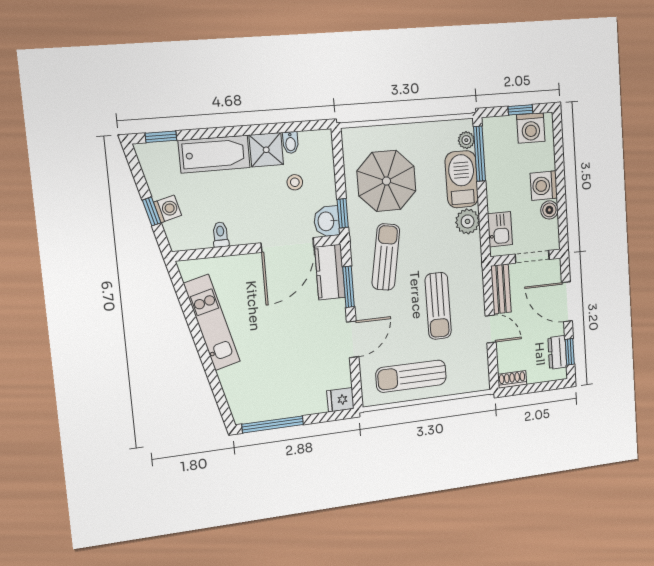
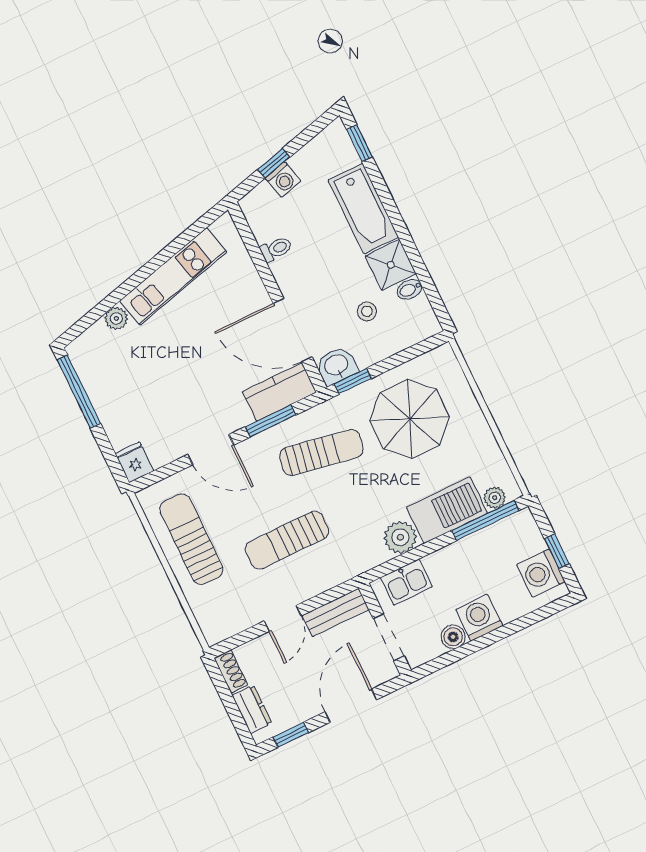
dresser: (557, 352) -> (252, 709), moved, turned 90
plant: (228, 378) -> (116, 318), added

